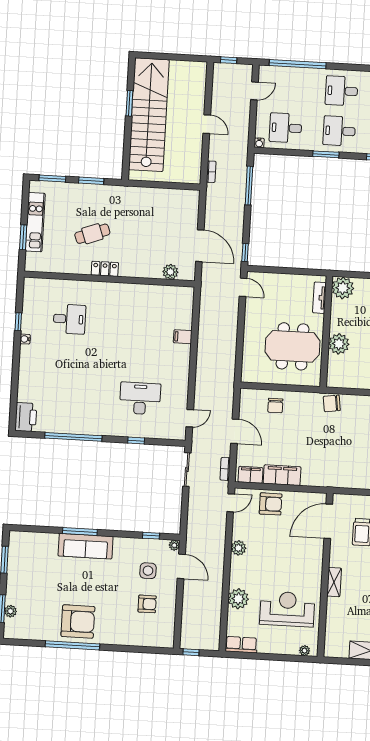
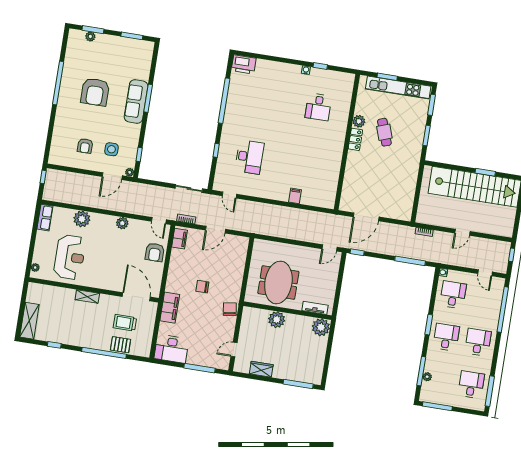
kitchen unit: (35, 222) -> (398, 88), width x1.36
plant: (170, 272) -> (359, 121), moved
chair: (275, 406) -> (202, 287), moved
filing cabinet: (282, 475) -> (170, 308), moved
armchair: (78, 621) -> (95, 92), moved

